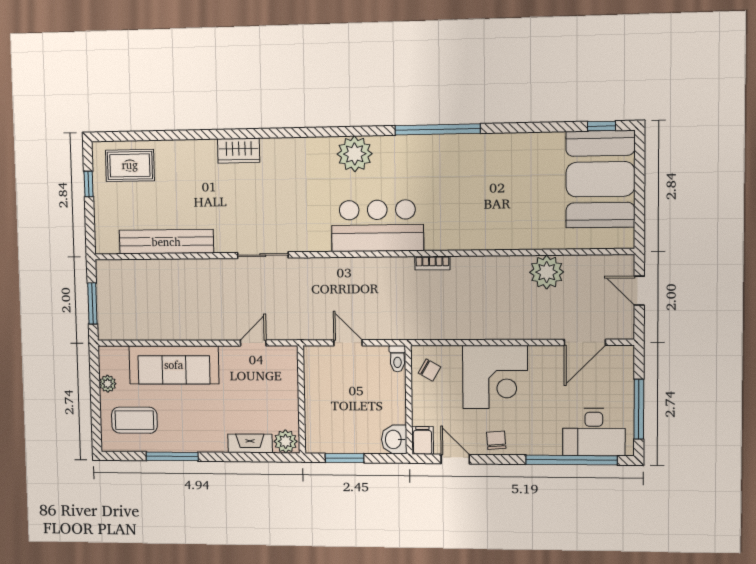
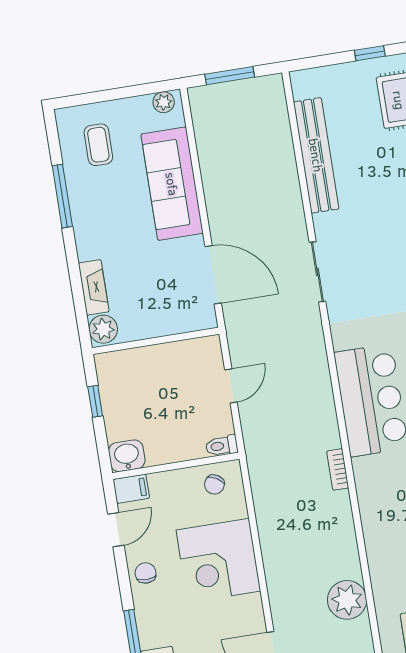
door: (253, 343) -> (213, 275), width x1.88
plant: (108, 384) -> (164, 102), moved
coffee table: (134, 420) -> (98, 145), width x0.73, depth x0.77
chair: (496, 440) -> (146, 573), turned -86
window: (344, 458) -> (95, 401), width x0.67

